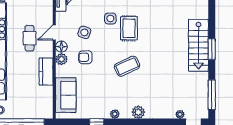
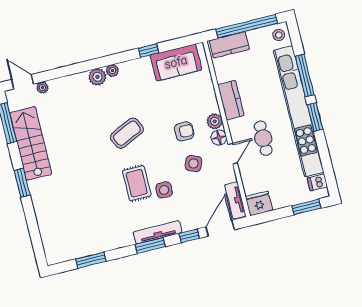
stairs: (198, 45) -> (31, 143), moved
sofa: (66, 95) -> (176, 62), moved, turned -90
kitchen counter: (37, 112) -> (229, 45), added
plant: (115, 114) -> (112, 71), moved

